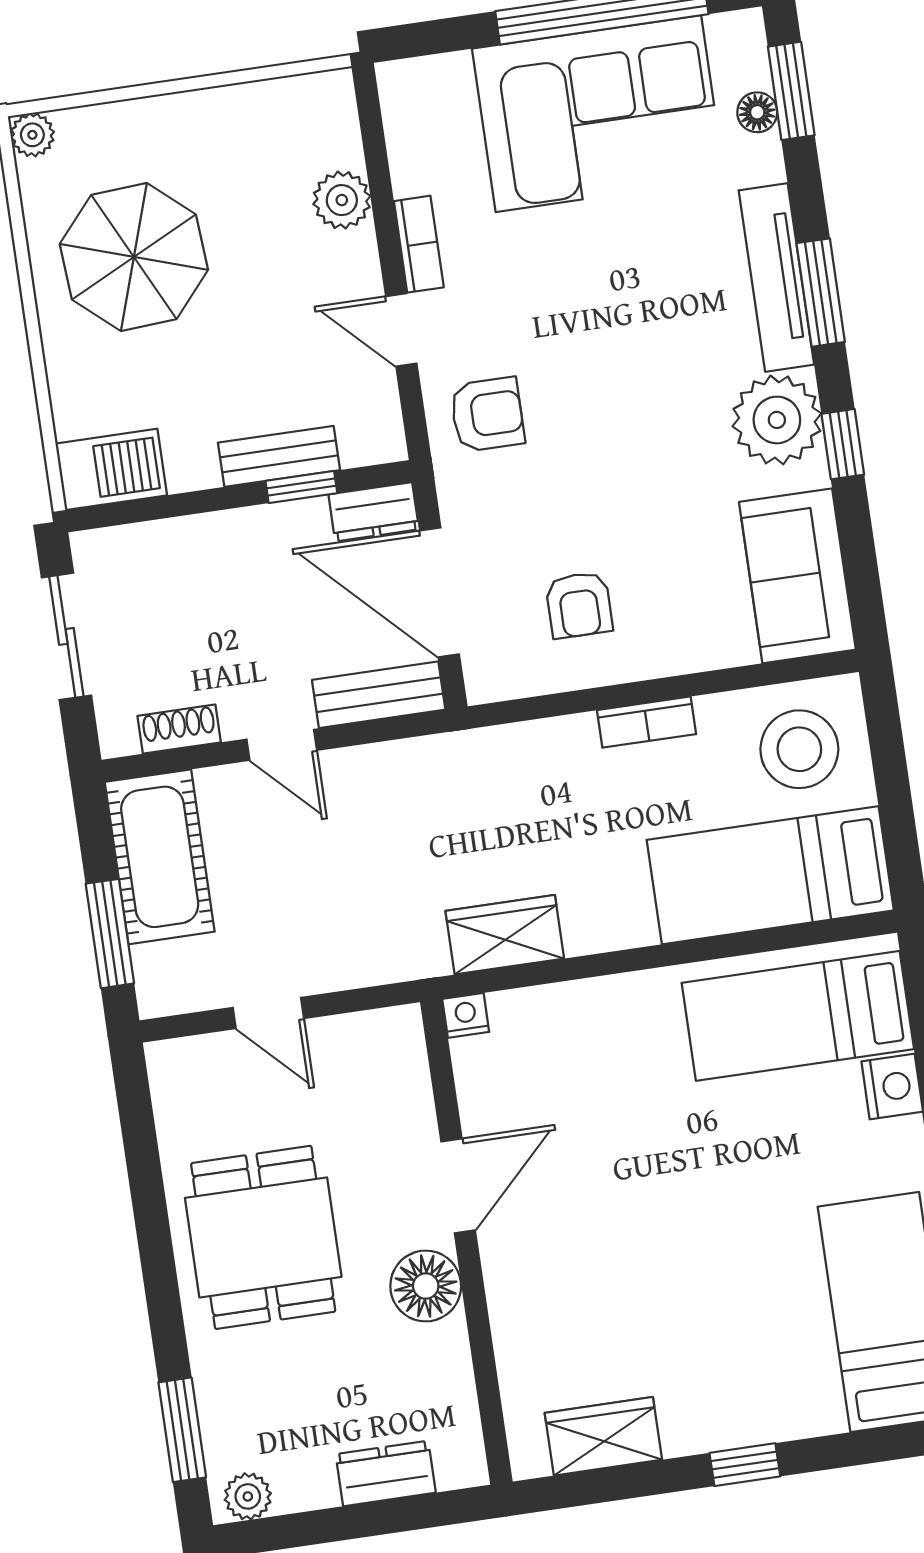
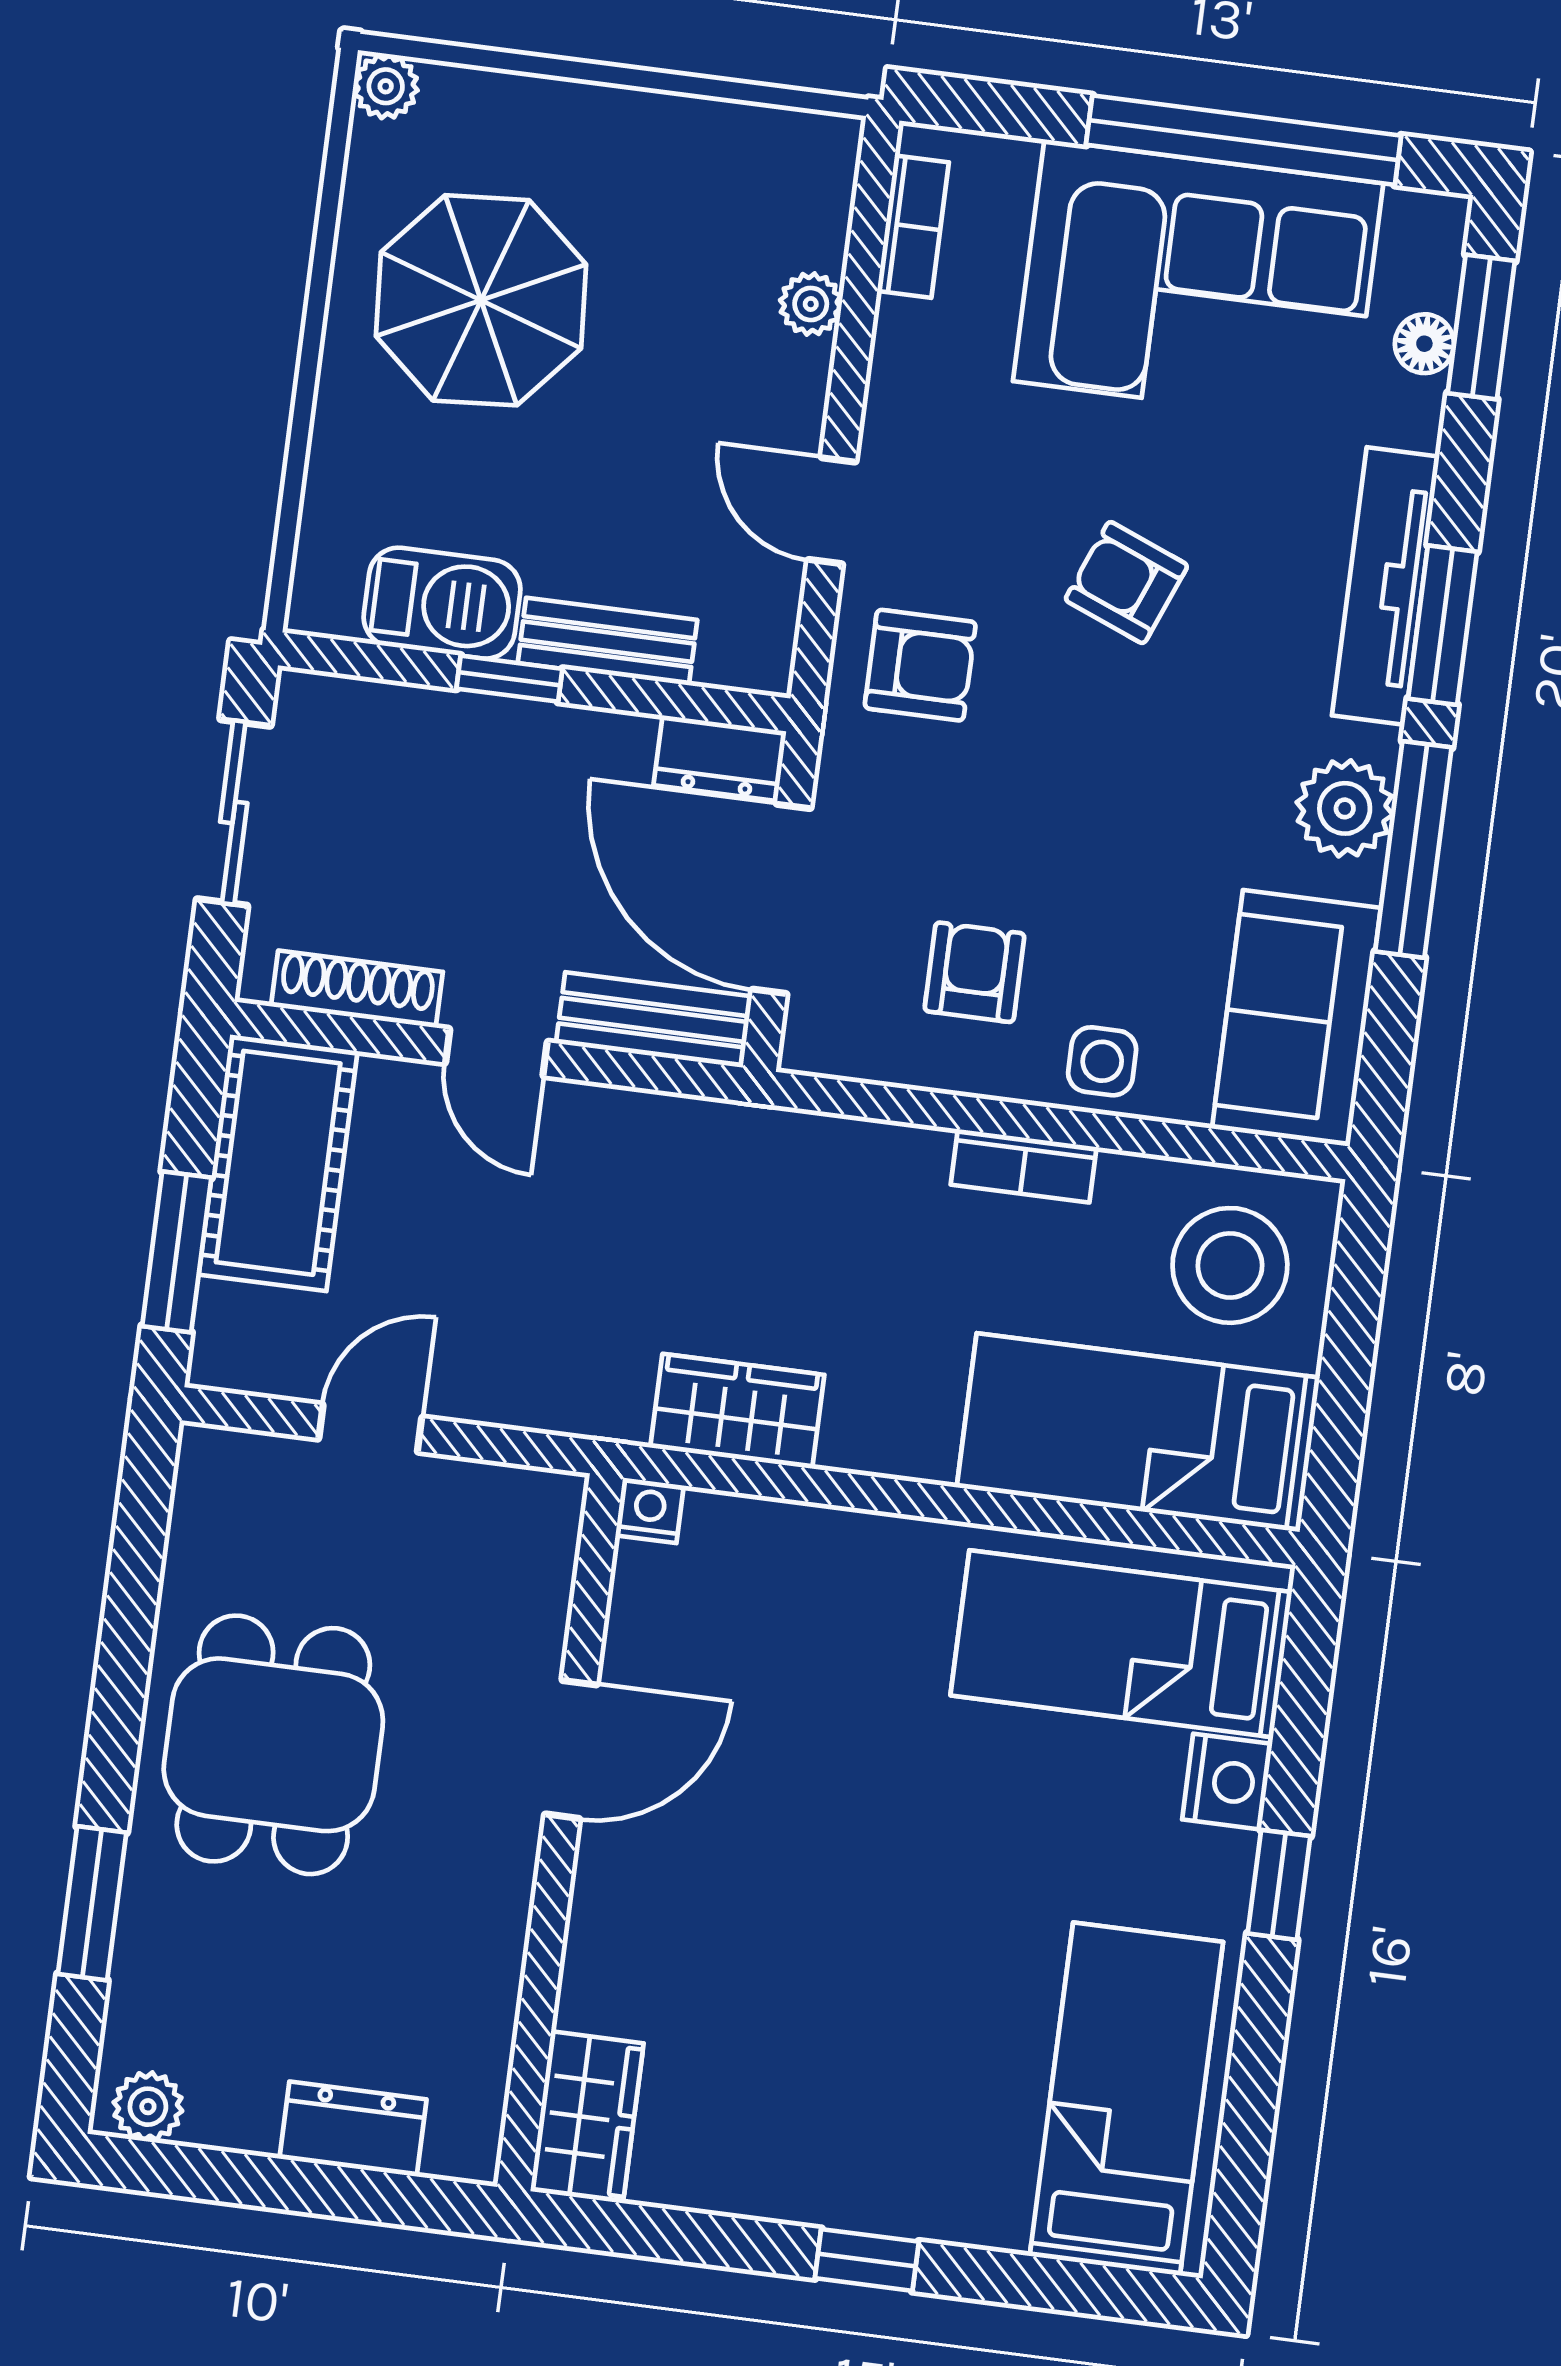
plant: (342, 200) -> (811, 304), width x0.73, depth x0.73
bookcase: (419, 244) -> (913, 227), moved
armchair: (607, 323) -> (1126, 583), added
plant: (777, 420) -> (1345, 808), width x0.73, depth x0.73
window: (843, 444) -> (1413, 849), width x2.17
barbecue: (111, 469) -> (442, 603), moved
window: (301, 487) -> (509, 679), moved
armchair: (579, 605) -> (974, 972), turned 180
side table: (679, 640) -> (1102, 1061), added
shoe rack: (179, 729) -> (357, 989), width x1.43
door: (268, 1013) -> (370, 1428), swing flipped
floor lamp: (426, 1286) -> (485, 1879), removed
window: (182, 1430) -> (92, 1903), moved
wardrobe: (603, 1436) -> (587, 2117), moved, turned 90

